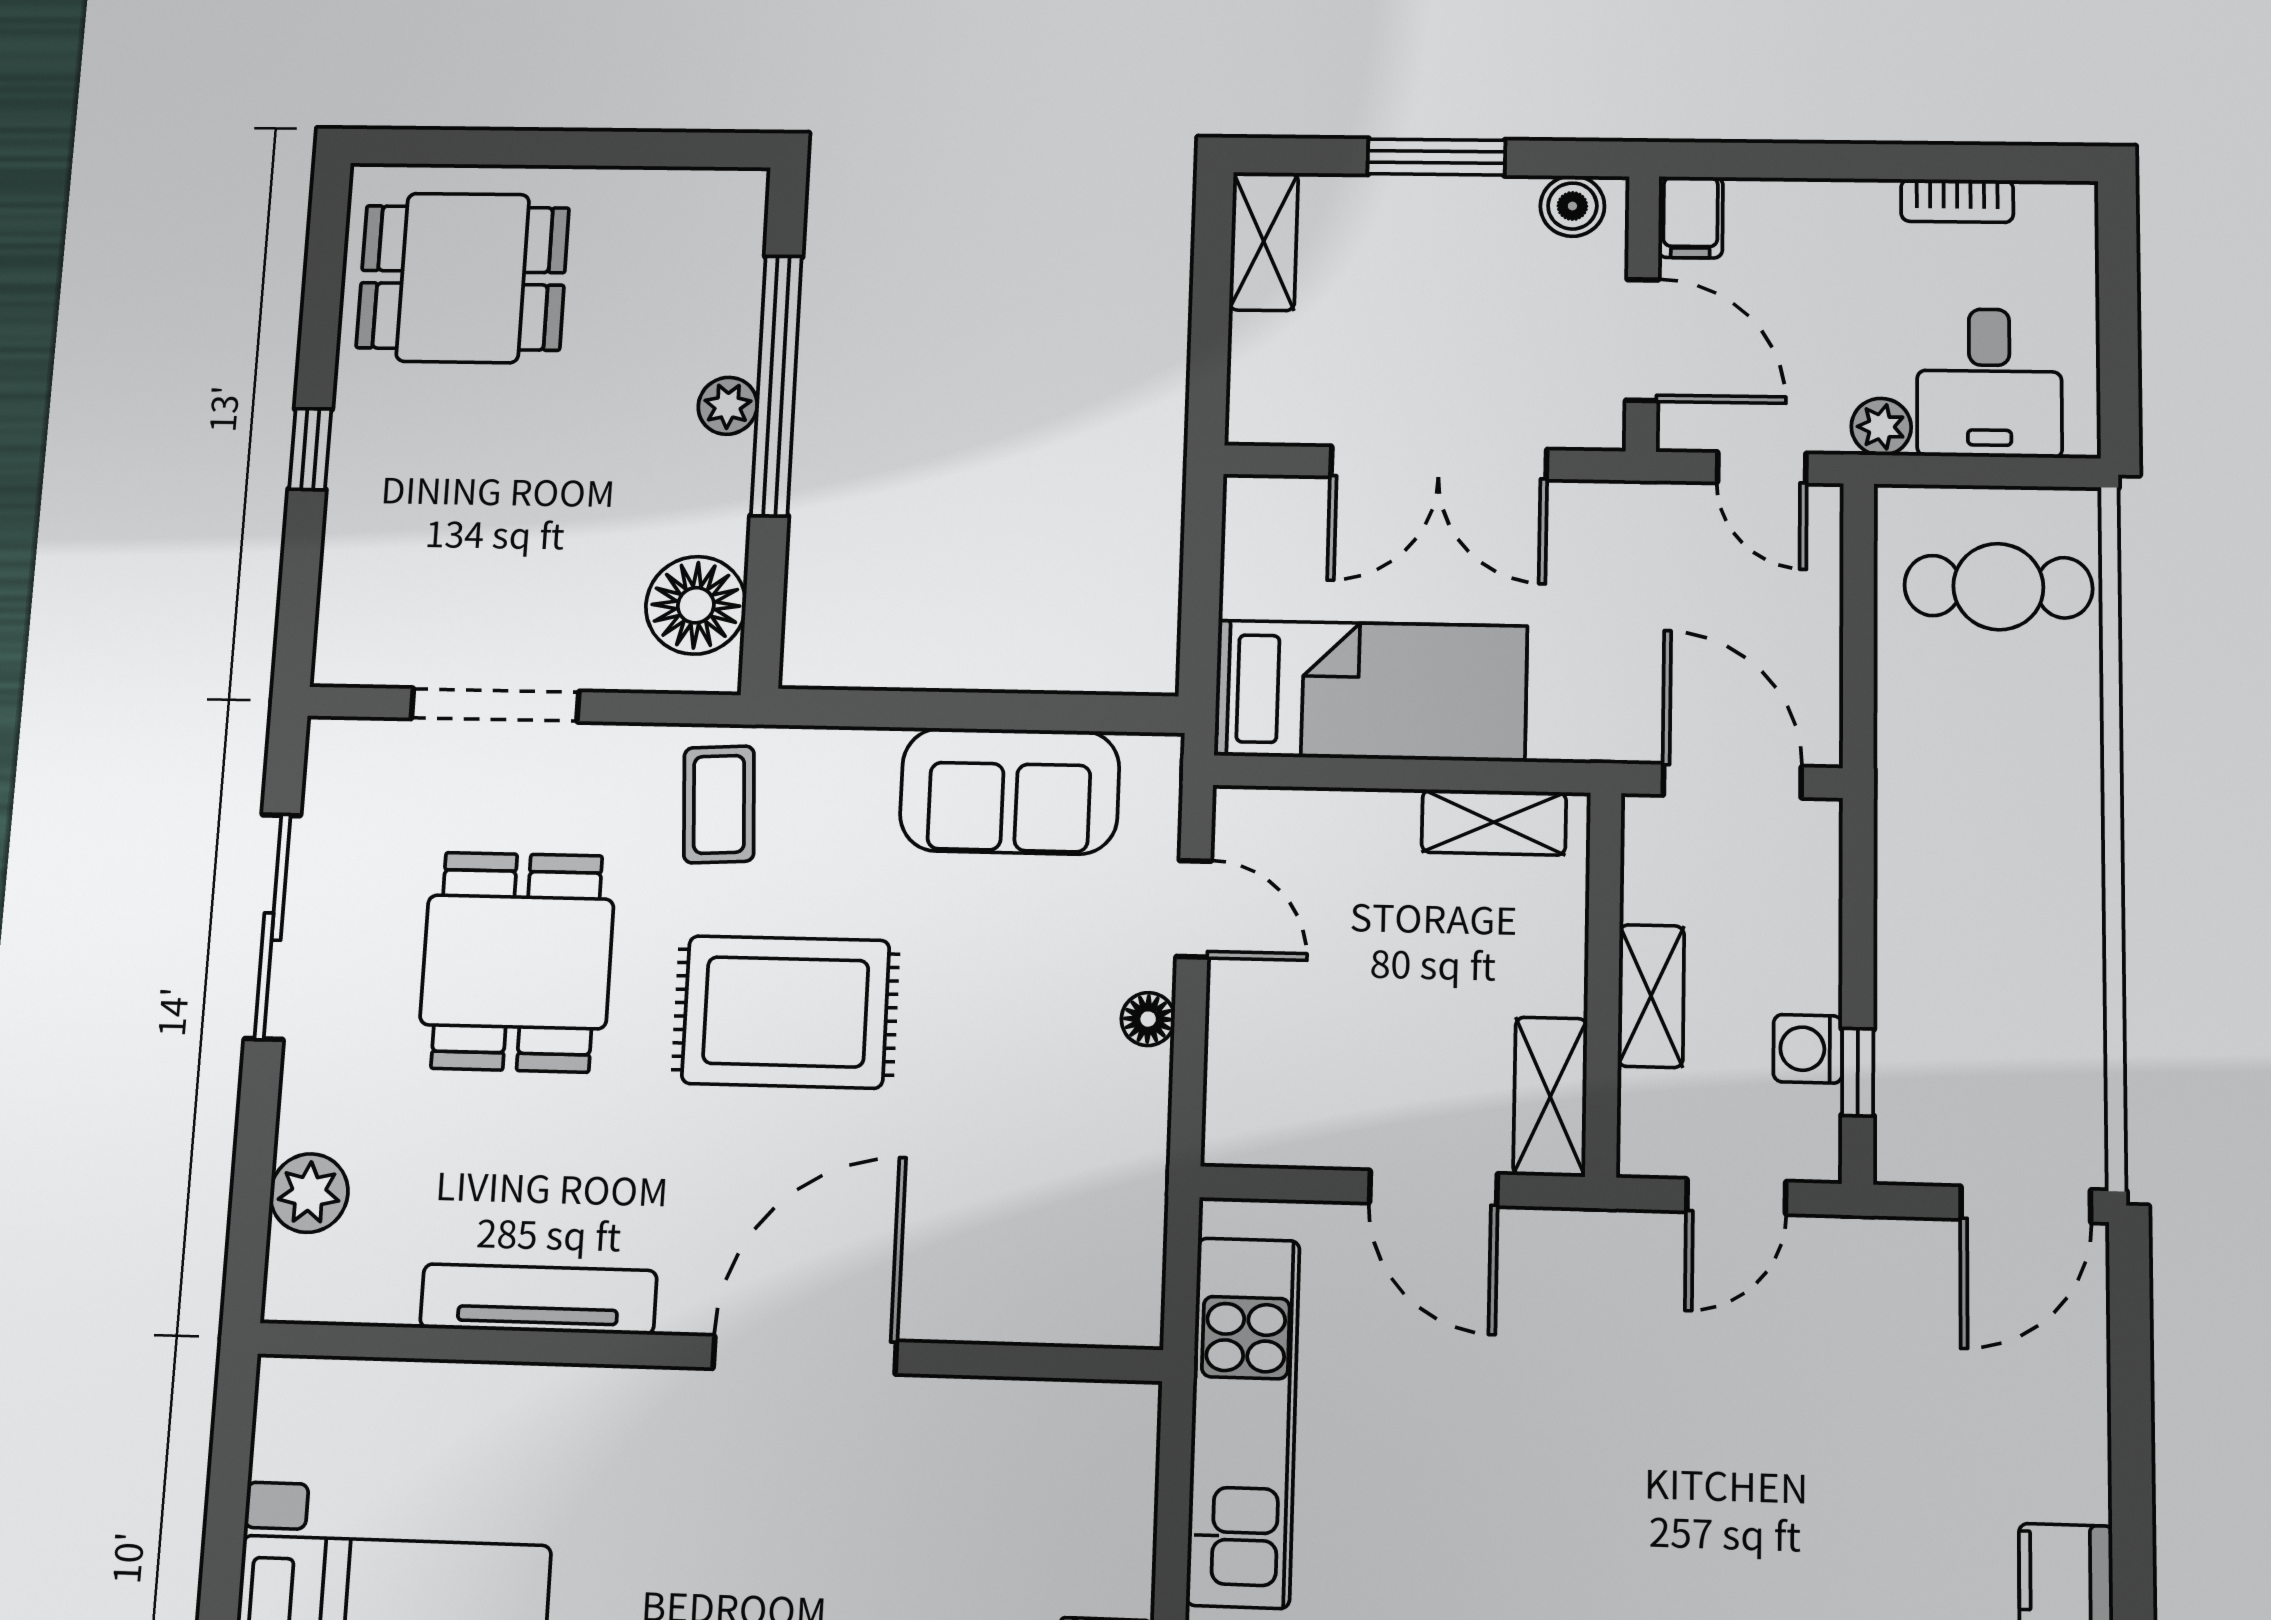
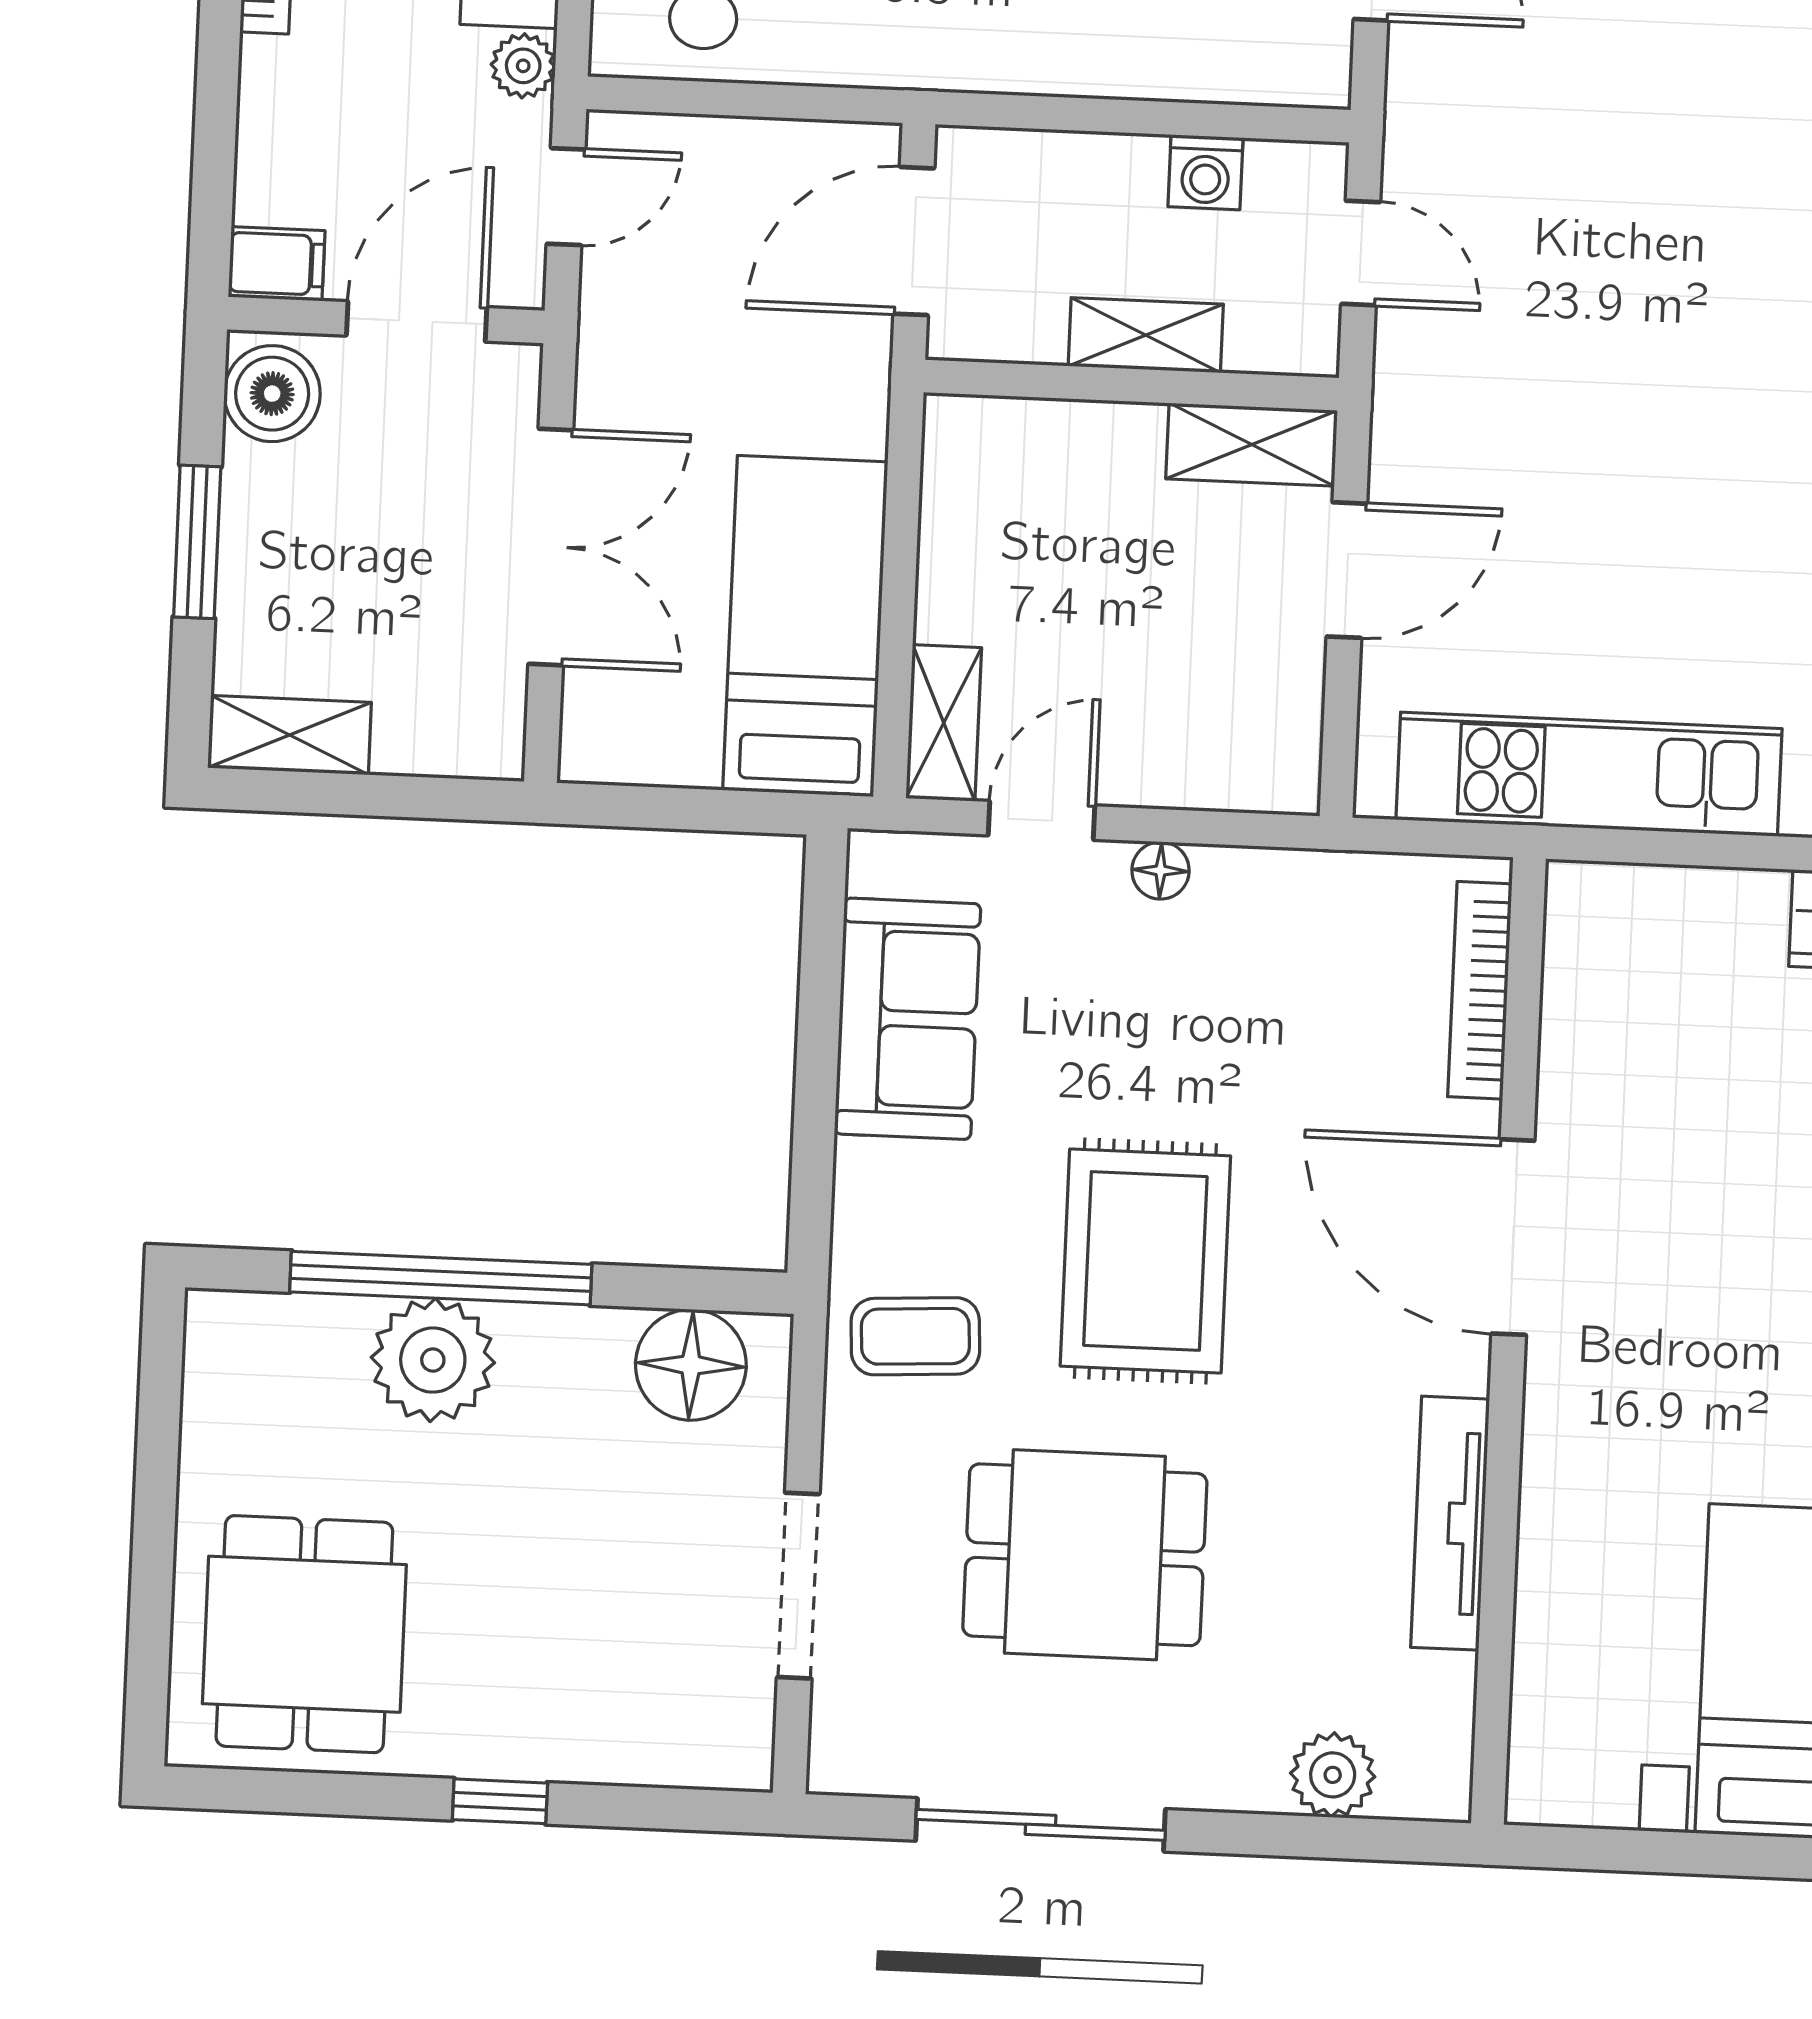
boiler: (1572, 206) -> (272, 394), width x1.36, depth x1.36
plant: (728, 406) -> (433, 1360), width x1.88, depth x1.88
shelving: (1494, 822) -> (944, 723), moved
window: (1858, 1072) -> (1231, 121), removed
bookcase: (1037, 1320) -> (1480, 990), added

